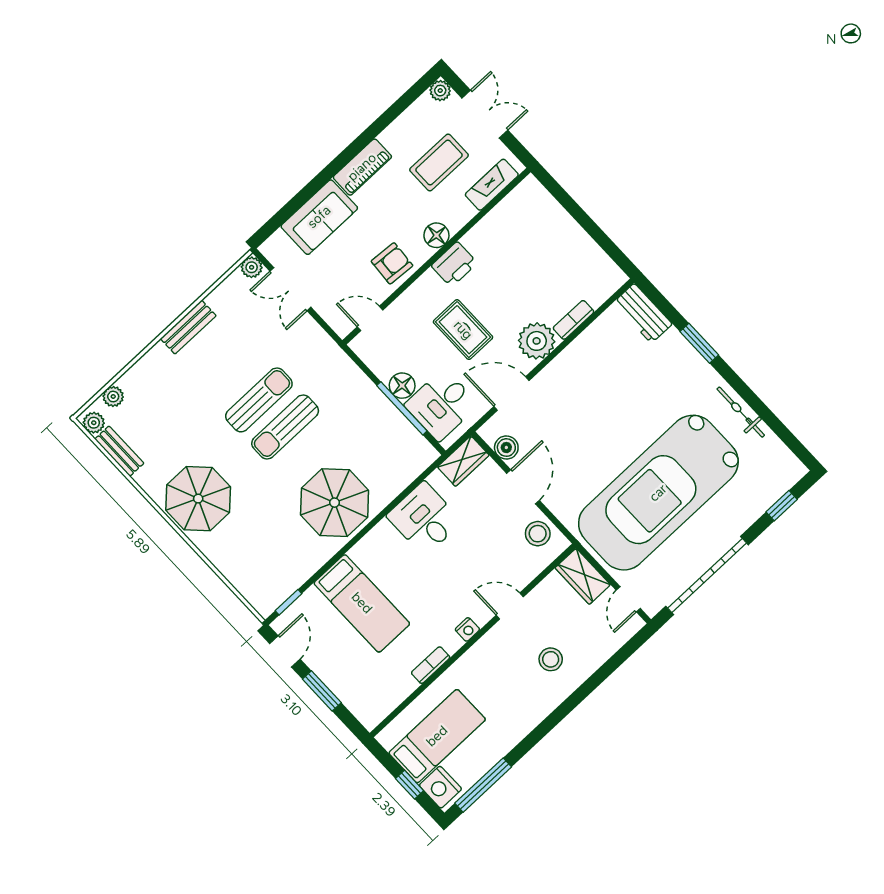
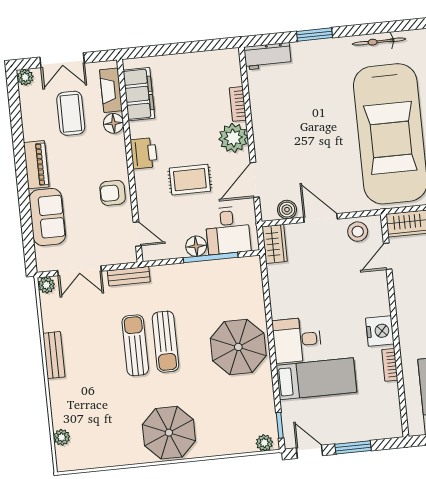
double door: (485, 114) -> (62, 60), swing flipped
filing cabinet: (509, 215) -> (139, 94), added
floor lamp: (436, 235) -> (114, 123), moved
armchair: (392, 263) -> (113, 193), turned -94
door: (370, 318) -> (137, 234), swing flipped
plant: (94, 423) -> (264, 443), moved
bench: (119, 451) -> (129, 276), moved
desk: (424, 519) -> (297, 340), moved
door: (510, 606) -> (388, 256), moved
nightstand: (467, 629) -> (380, 331), width x1.89, depth x1.79

